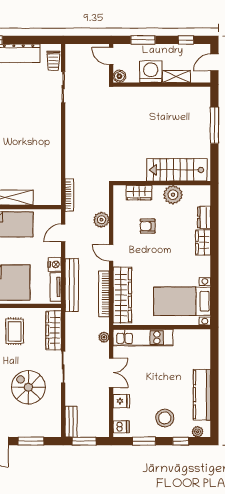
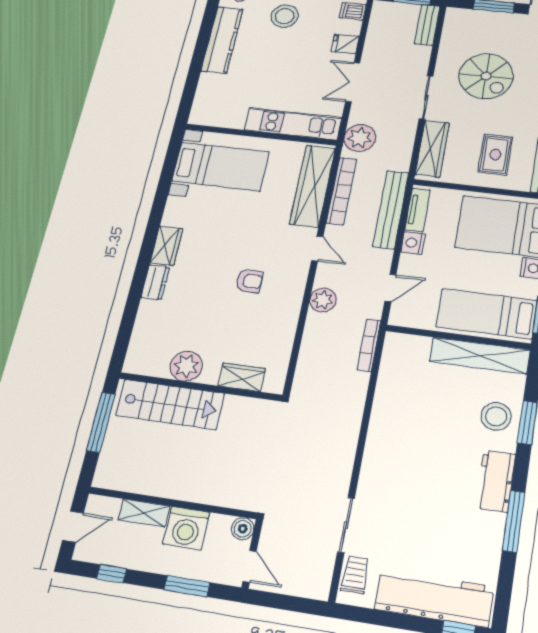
stairs: (177, 170) -> (170, 404), moved
wall: (162, 183) -> (200, 387), moved
wardrobe: (139, 193) -> (242, 377), moved
plant: (173, 195) -> (186, 366), moved
plant: (104, 337) -> (360, 138), width x1.87, depth x1.87

